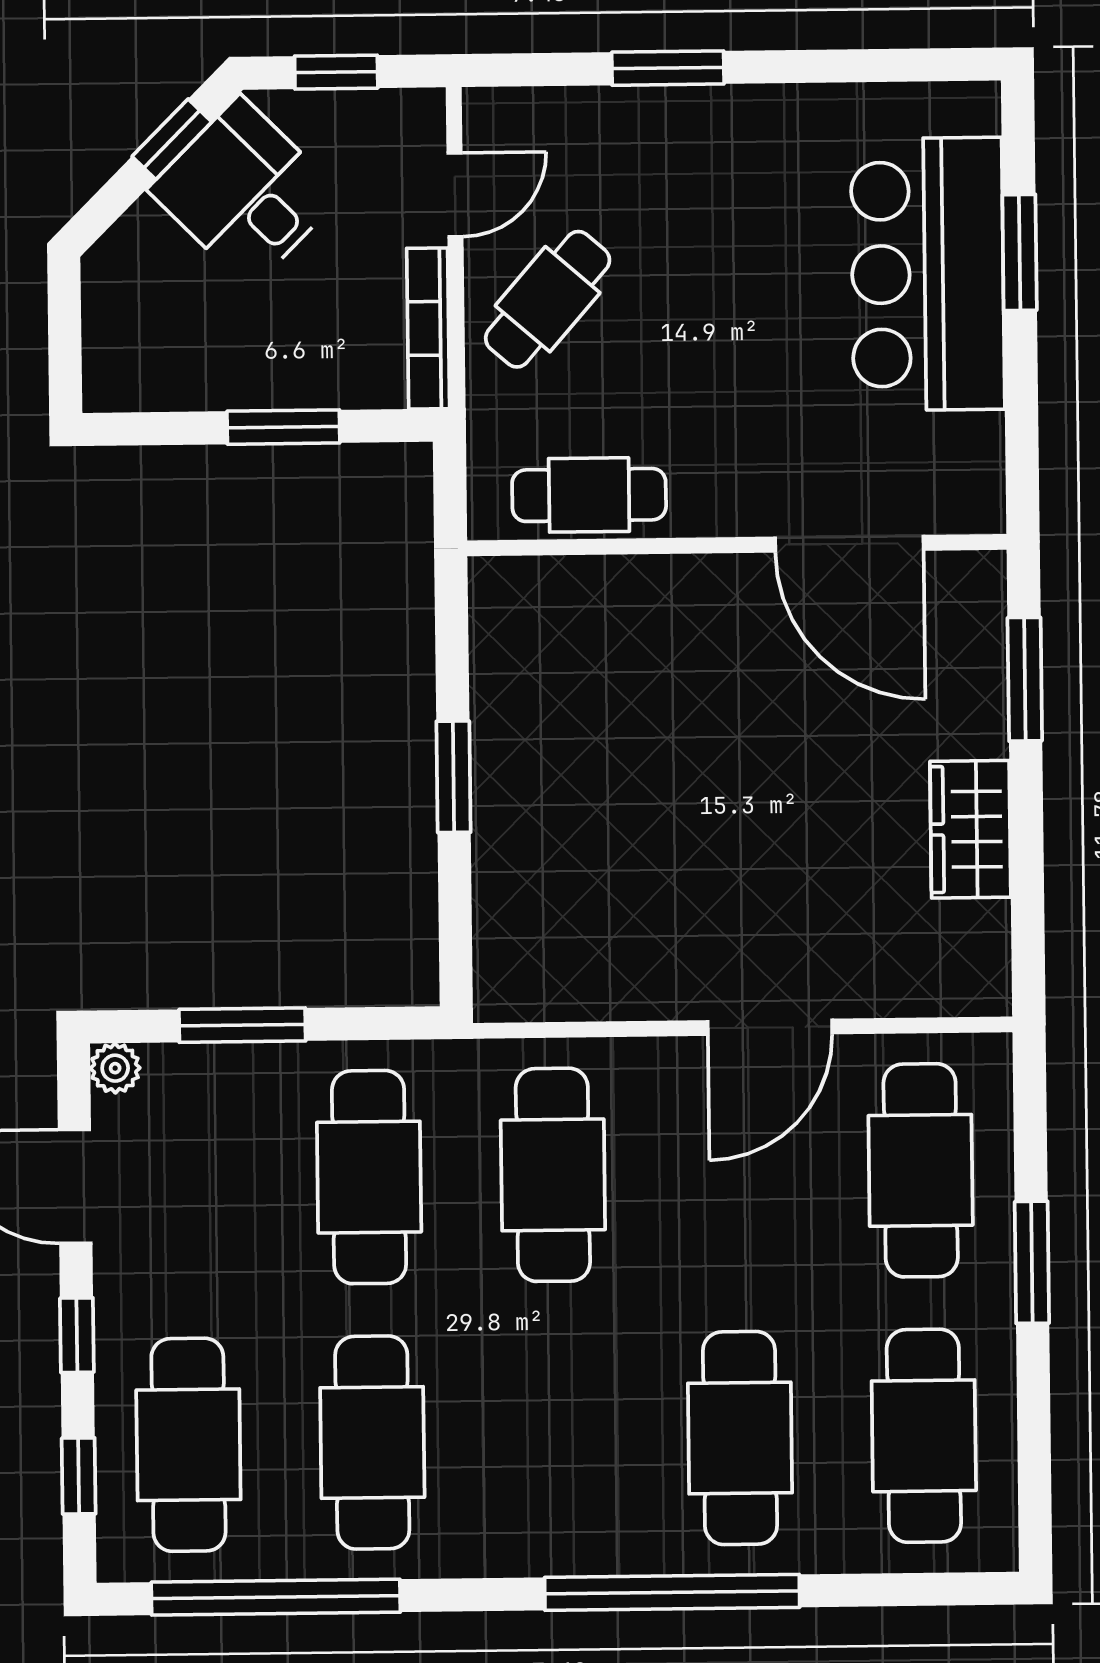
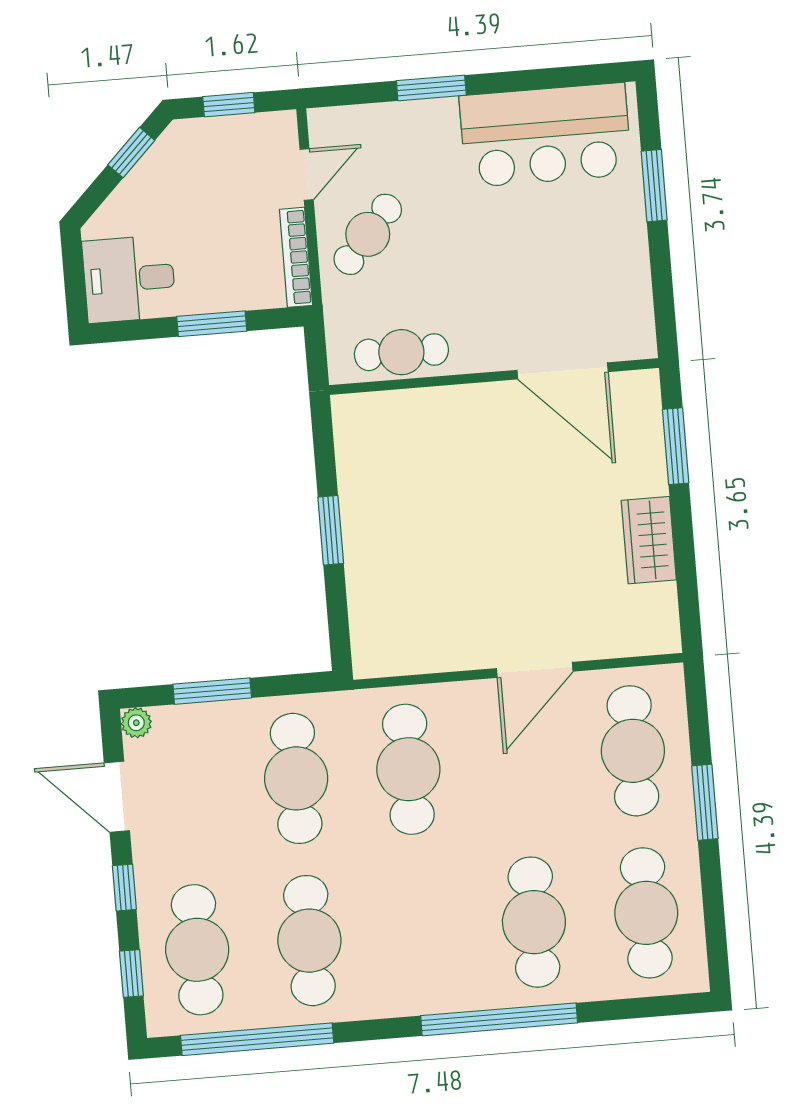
desk: (245, 192) -> (129, 279), moved, turned -45
bar counter: (928, 274) -> (545, 135), moved, turned -90

